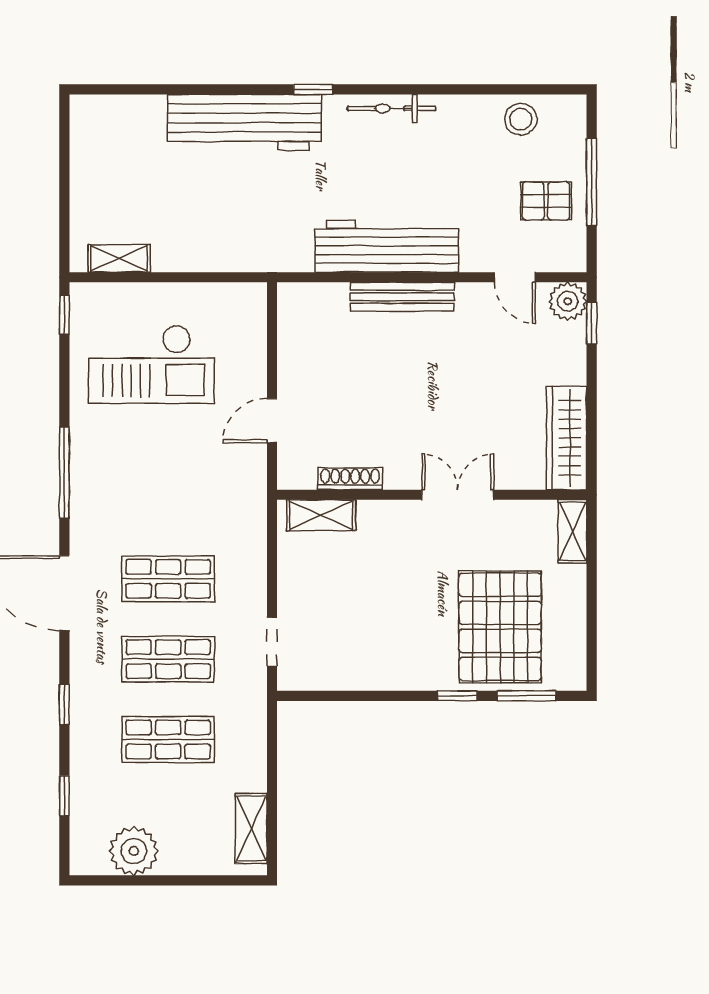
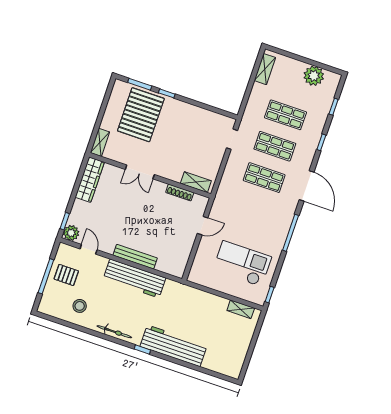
stool: (521, 119) -> (80, 306), moved

